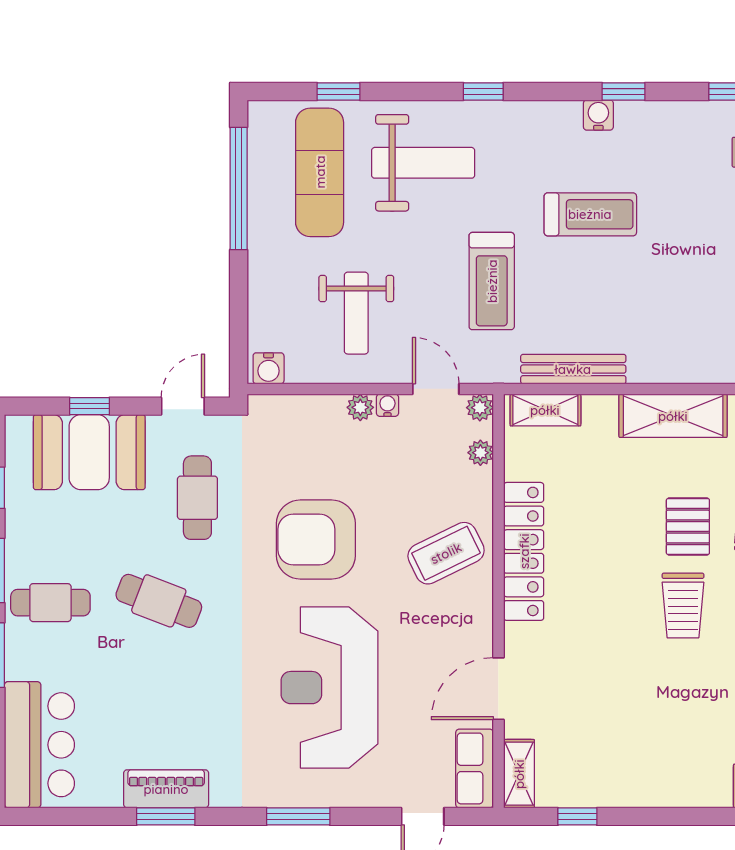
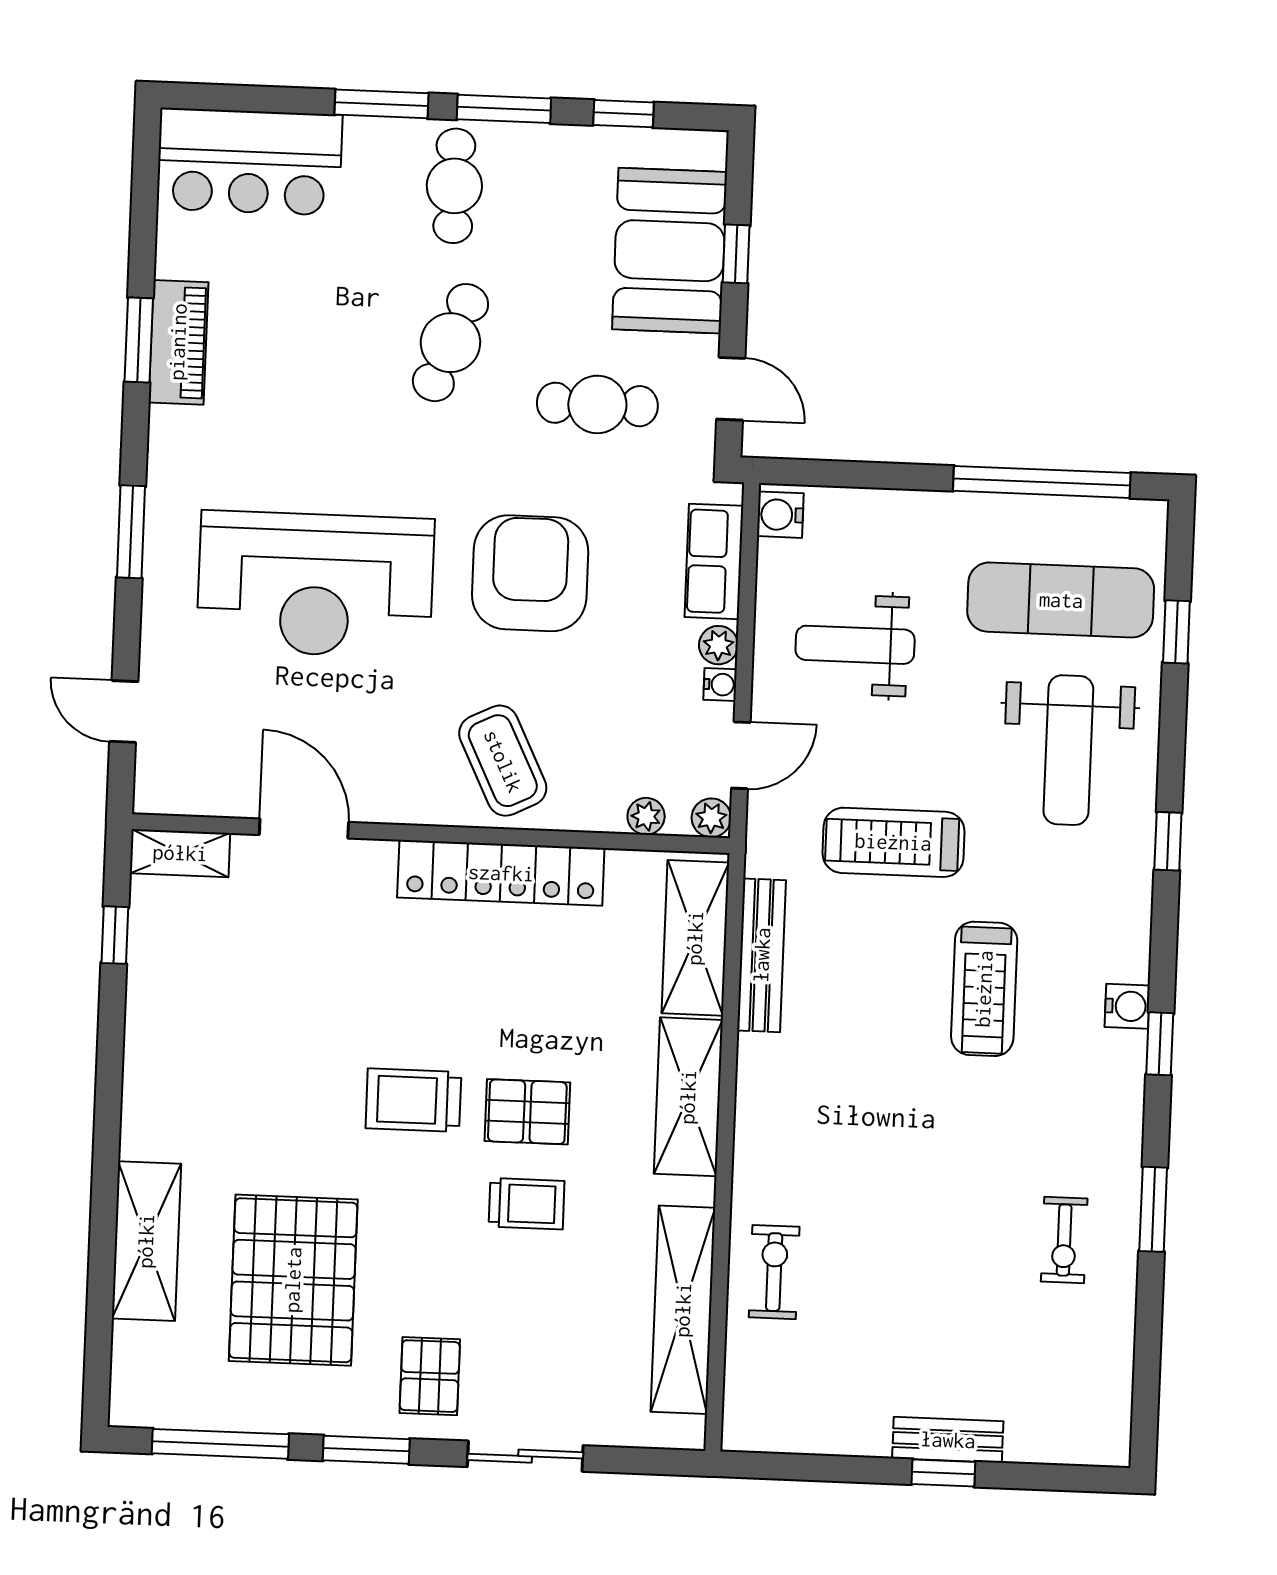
shelving: (545, 410) -> (695, 938), width x1.50, depth x1.33
reception desk: (329, 688) -> (315, 584), turned 180
row of seats: (475, 768) -> (714, 561), moved, turned -90

